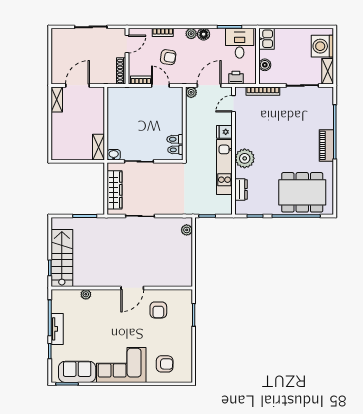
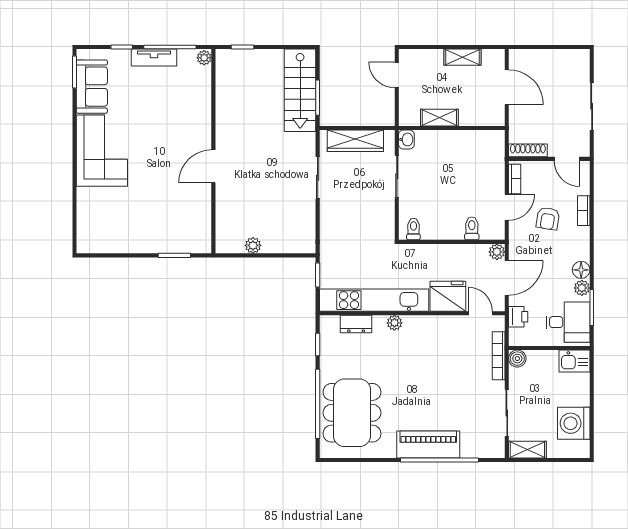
plant: (191, 34) -> (582, 288), moved
washing machine: (322, 46) -> (574, 423), moved, turned -90
boiler: (265, 65) -> (517, 359), moved
door: (209, 85) -> (507, 278), hinge flipped
shelving: (57, 99) -> (462, 57), moved
fridge: (224, 132) -> (448, 296), width x1.88, depth x1.34
toilet: (175, 139) -> (472, 228), moved
piano: (326, 145) -> (428, 444), width x1.37, depth x1.33
shelving: (99, 147) -> (439, 118), moved
plant: (245, 158) -> (394, 323), width x0.53, depth x0.53
door: (69, 161) -> (397, 75), added
kitchen unit: (224, 167) -> (374, 300), width x1.36
plant: (187, 230) -> (253, 245), moved
stairs: (62, 258) -> (300, 90), moved, turned 90
door: (132, 288) -> (213, 166), hinge flipped
plant: (86, 294) -> (204, 58), moved
armchair: (158, 310) -> (181, 204), removed
armchair: (165, 364) -> (103, 213), removed

